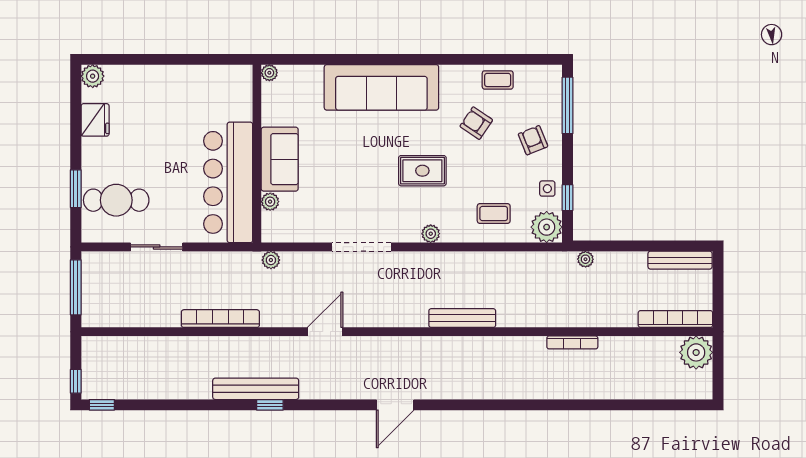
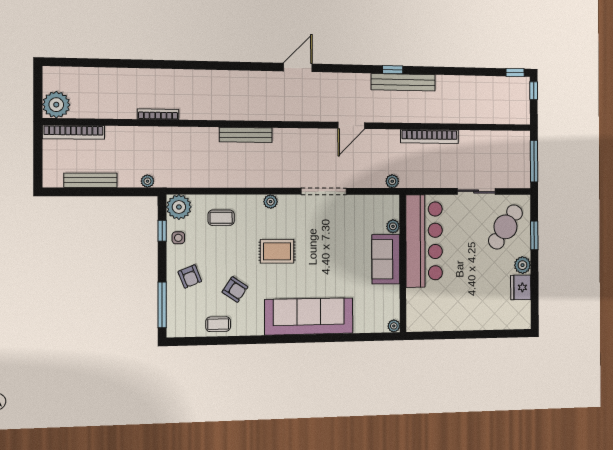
plant: (93, 76) -> (522, 265), moved
cafe table: (116, 200) -> (505, 227), turned -56
bench: (680, 260) -> (91, 180), moved

